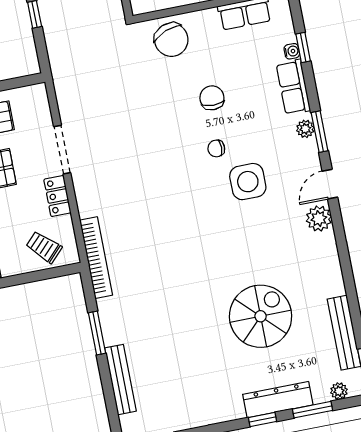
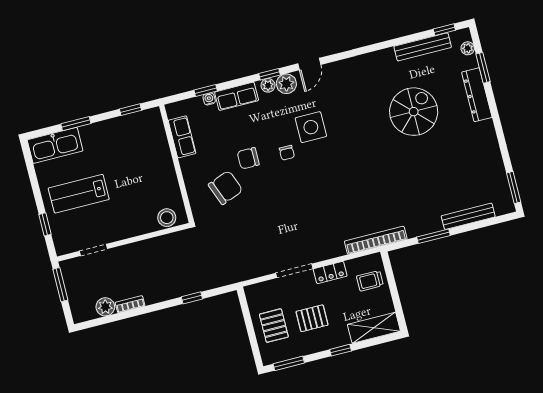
chair: (171, 40) -> (225, 188), moved
window: (320, 132) -> (269, 74), width x0.67
door: (330, 184) -> (309, 64), hinge flipped
plant: (319, 219) -> (286, 84), moved
trolley: (44, 247) -> (370, 281), turned 46
spiral stairs: (261, 316) -> (414, 112), turned 90
window: (262, 420) -> (493, 106), removed

